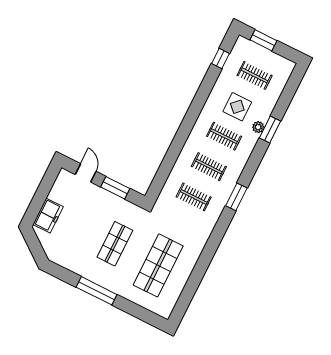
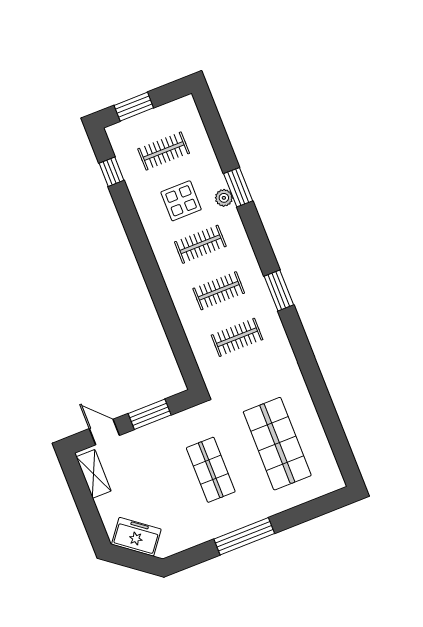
shelving: (60, 186) -> (94, 474), added
freezer: (48, 216) -> (136, 537), moved, turned -53

